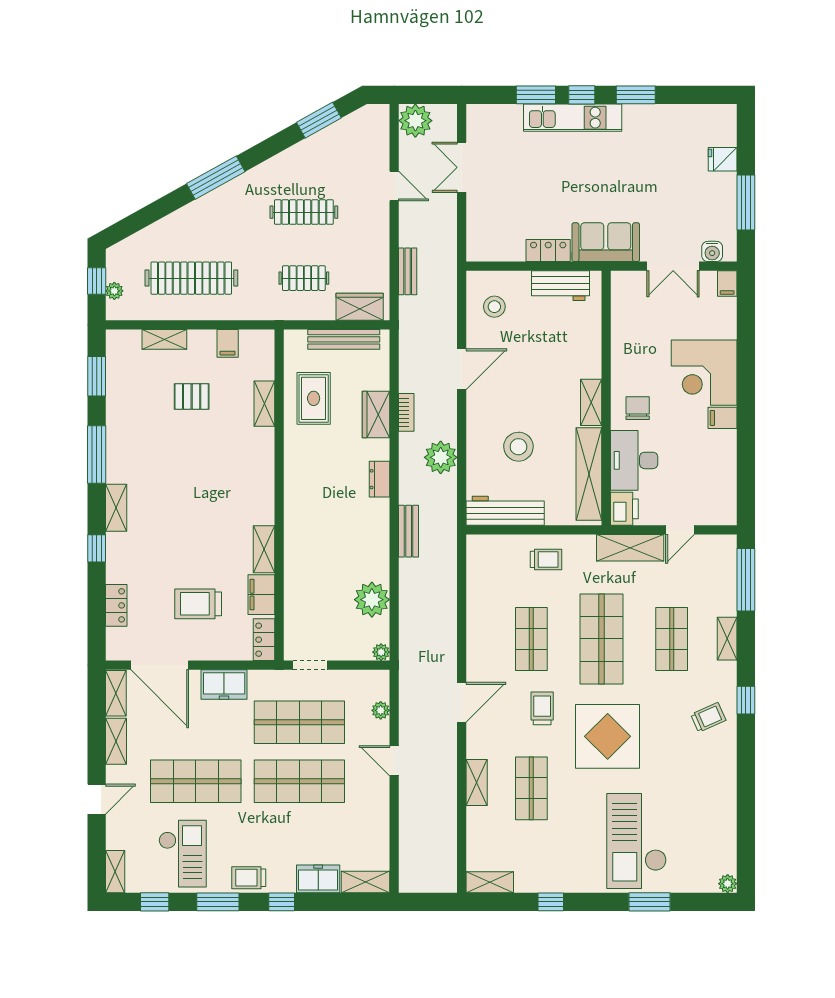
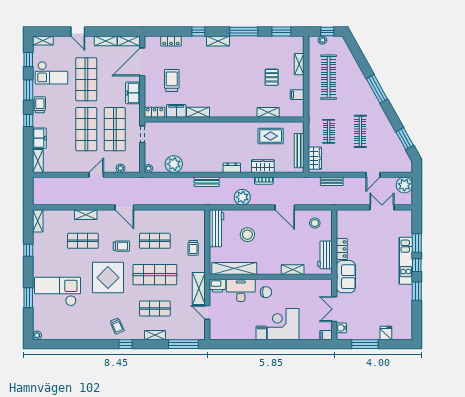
shelving: (591, 402) -> (293, 270), moved

